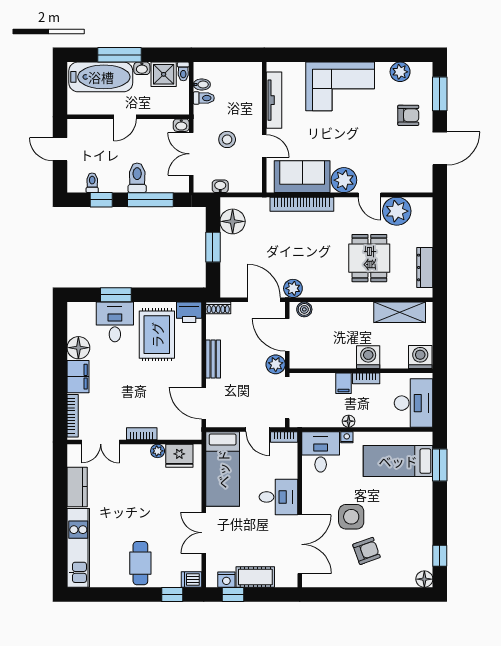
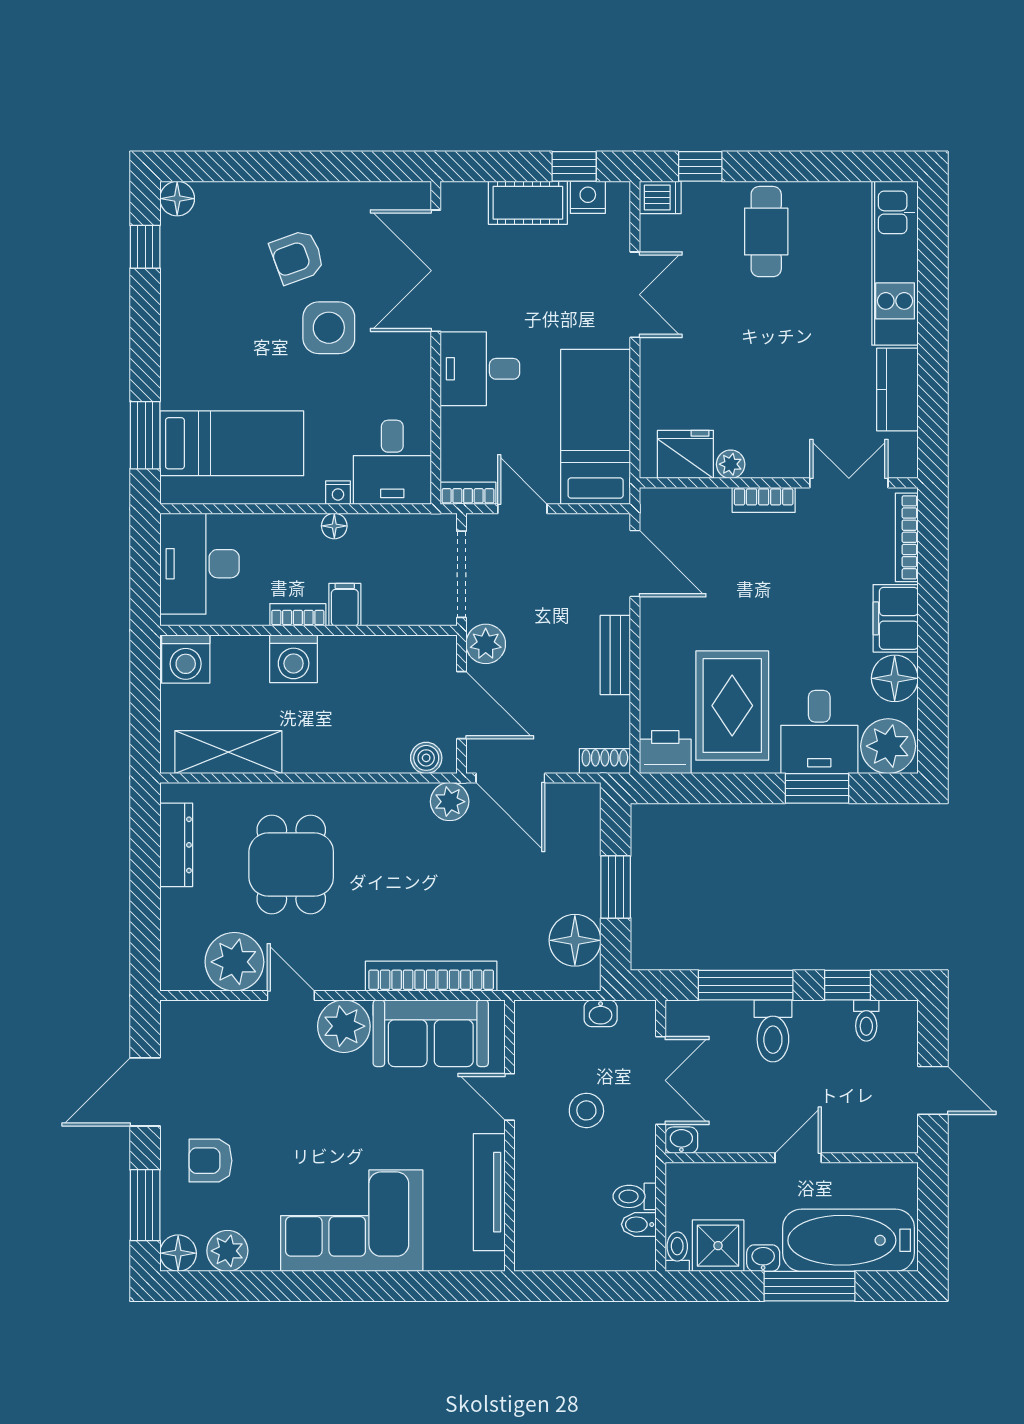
floor lamp: (424, 71) -> (178, 1253), added
plant: (82, 315) -> (888, 746), added

